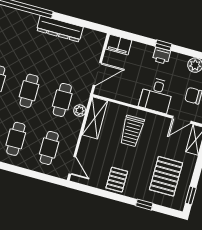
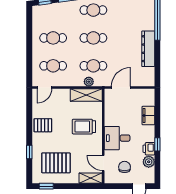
filing cabinet: (119, 45) -> (148, 116), moved
window: (163, 45) -> (157, 144), moved
printer: (161, 56) -> (149, 149), moved
door: (97, 74) -> (121, 87), swing flipped

